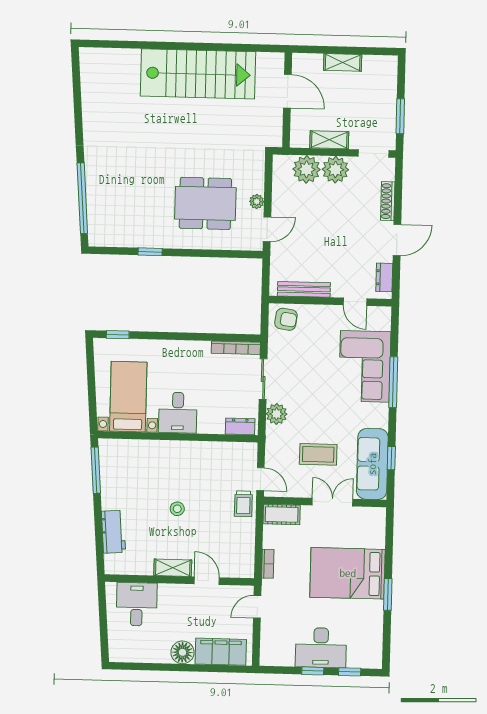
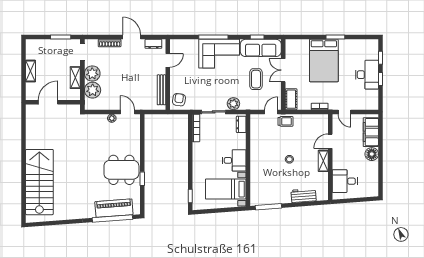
stairs: (198, 74) -> (39, 182), moved
piano: (100, 201) -> (114, 208), added
dining table: (205, 203) -> (121, 170), moved, turned 90
corner sofa: (365, 366) -> (219, 54), moved

